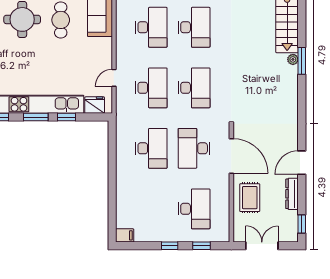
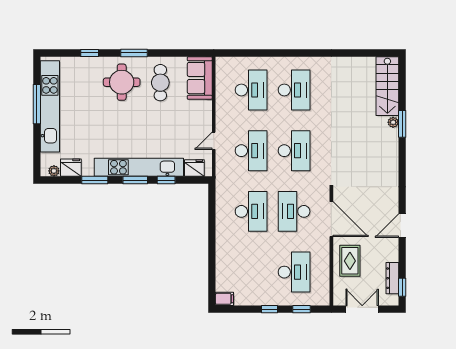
dresser: (292, 194) -> (392, 278), moved

